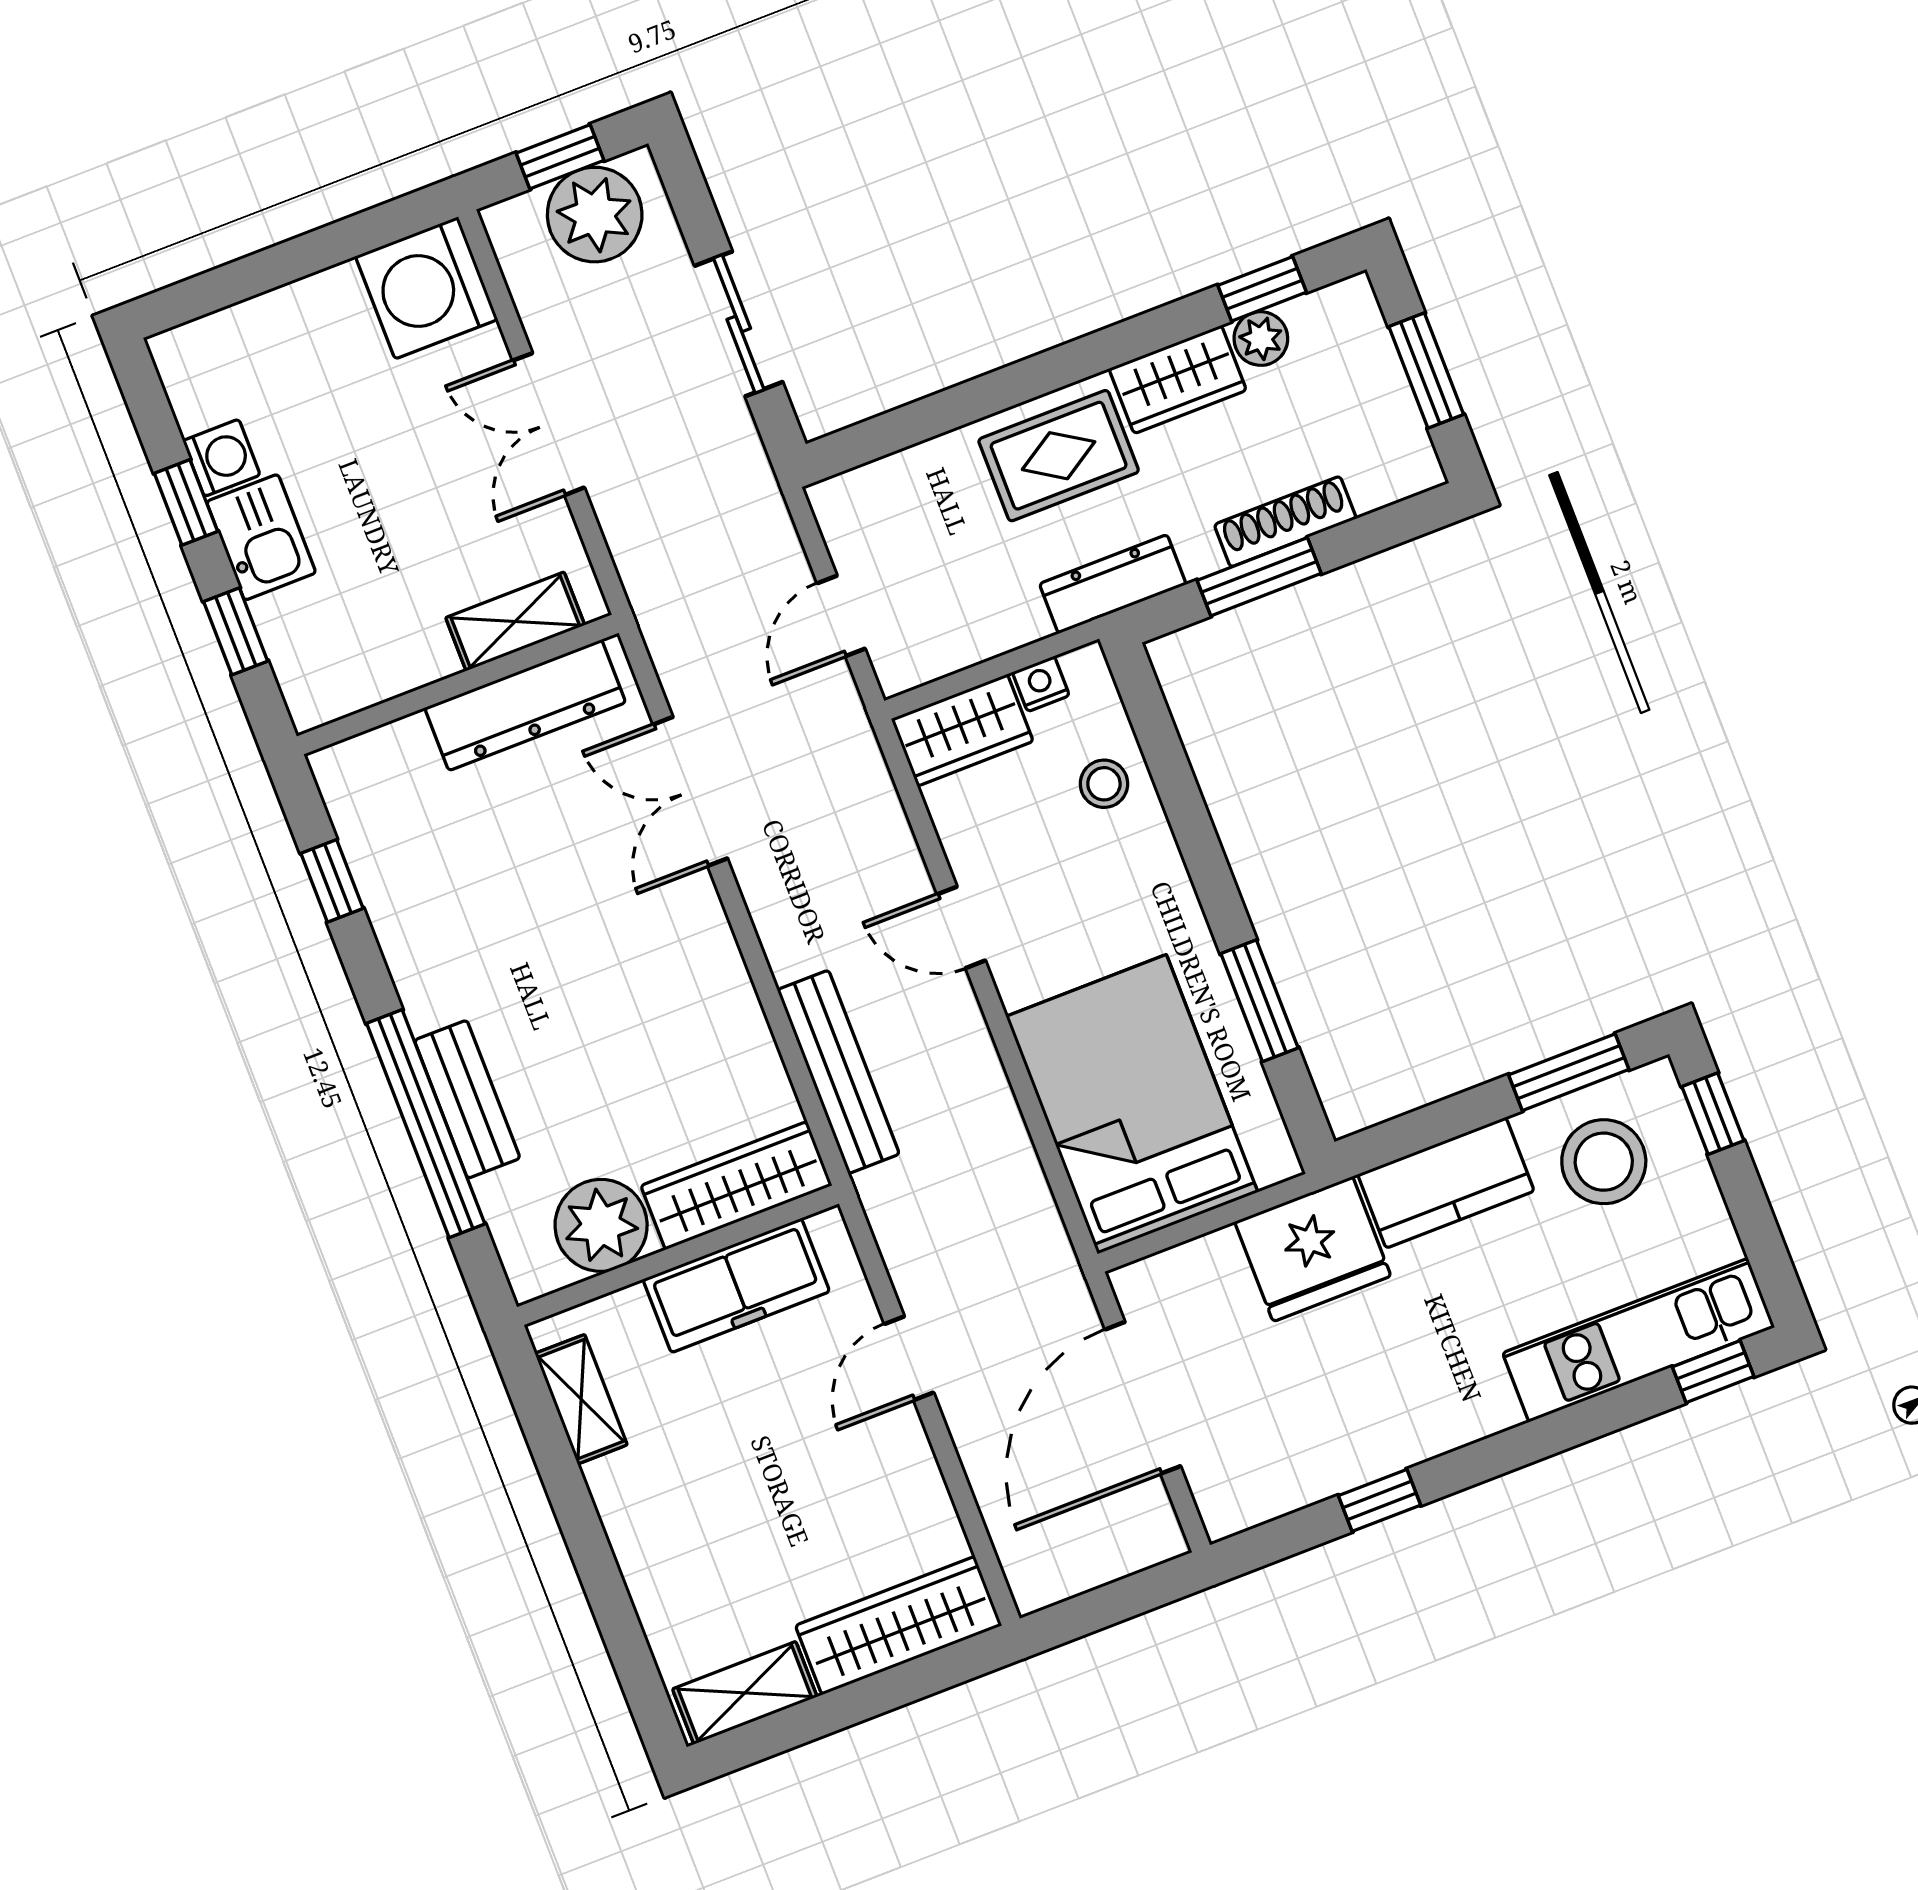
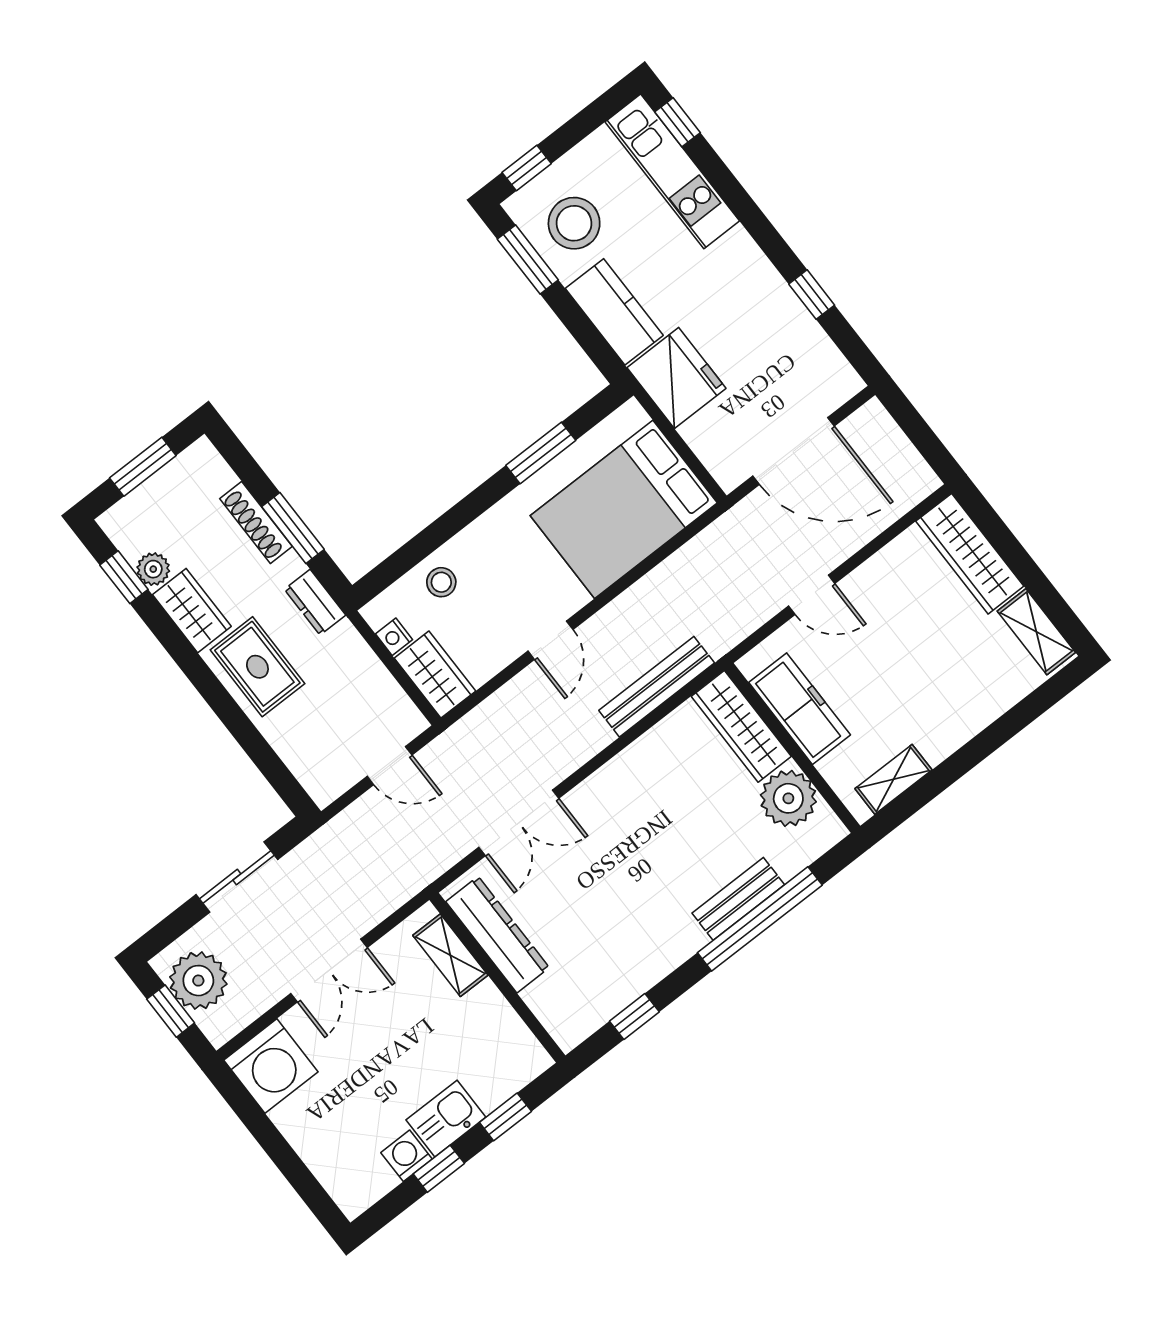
dresser: (1113, 584) -> (315, 602), width x0.70

